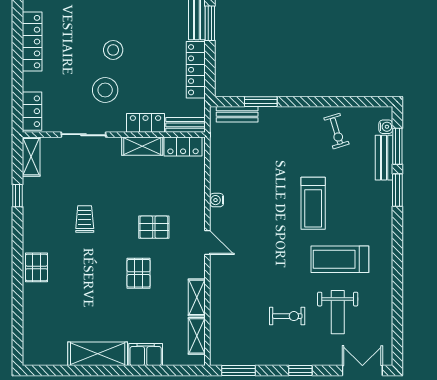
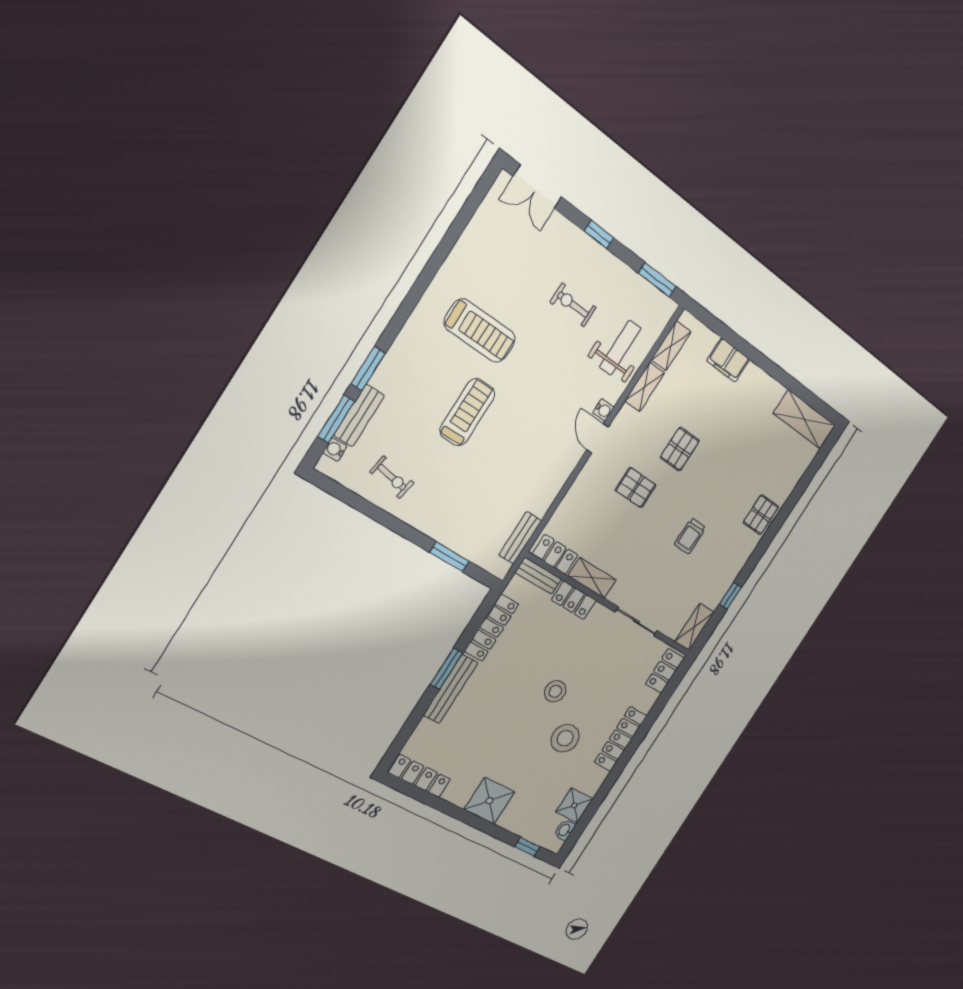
stool: (105, 90) -> (565, 738), moved
bench: (237, 114) -> (520, 538), moved, turned 90
exercise bike: (336, 131) -> (392, 477), turned 117
water cooler: (217, 200) -> (603, 410), moved
weight bench: (338, 312) -> (620, 348), moved
shelving: (98, 354) -> (804, 419), moved

